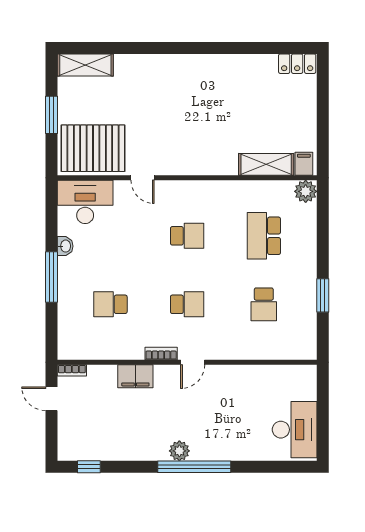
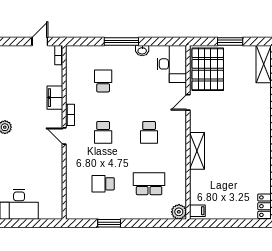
shelving: (266, 164) -> (197, 151), moved

